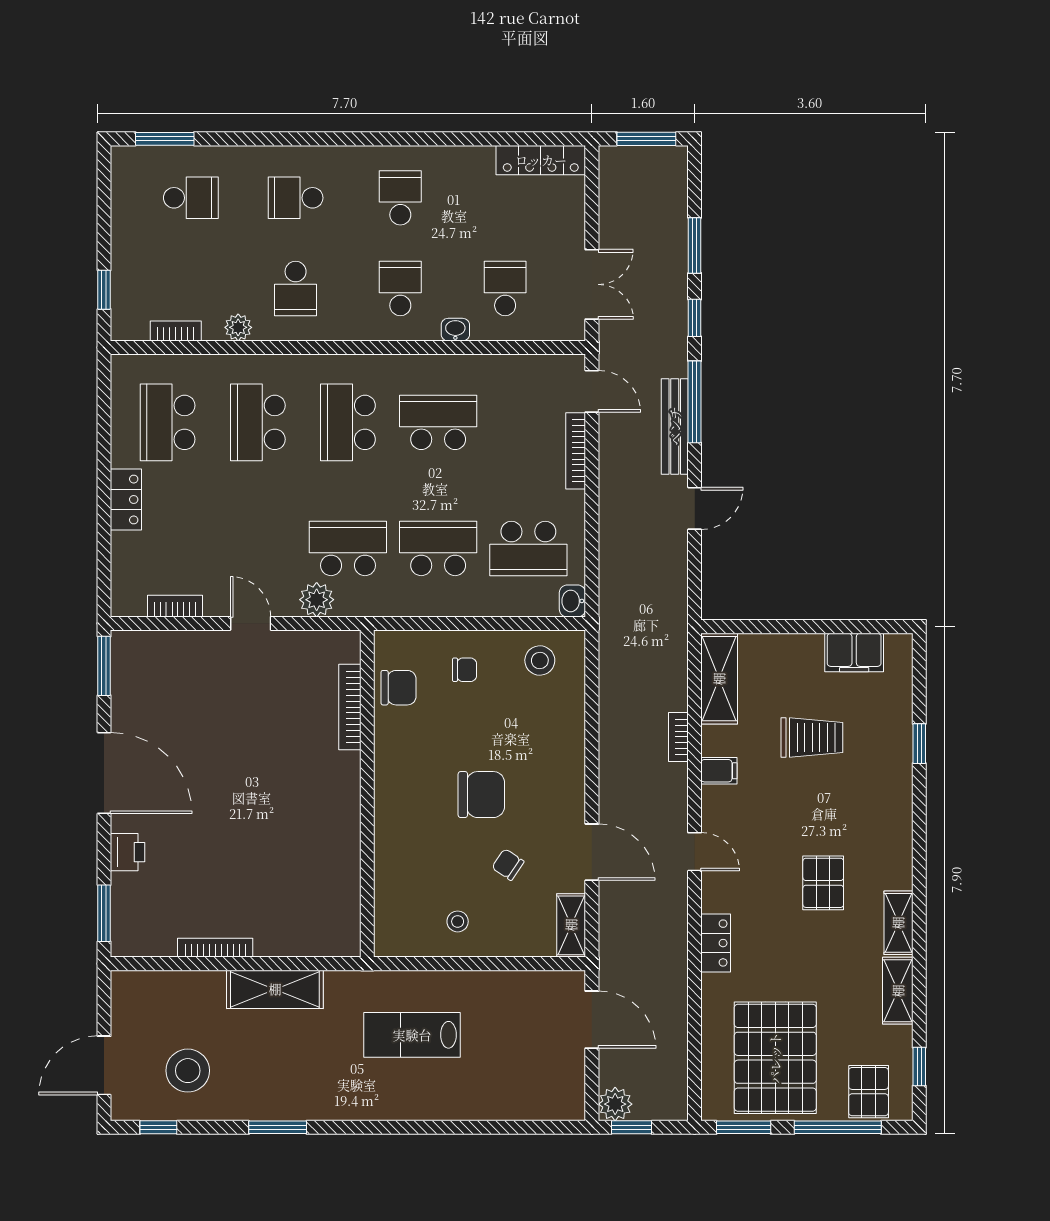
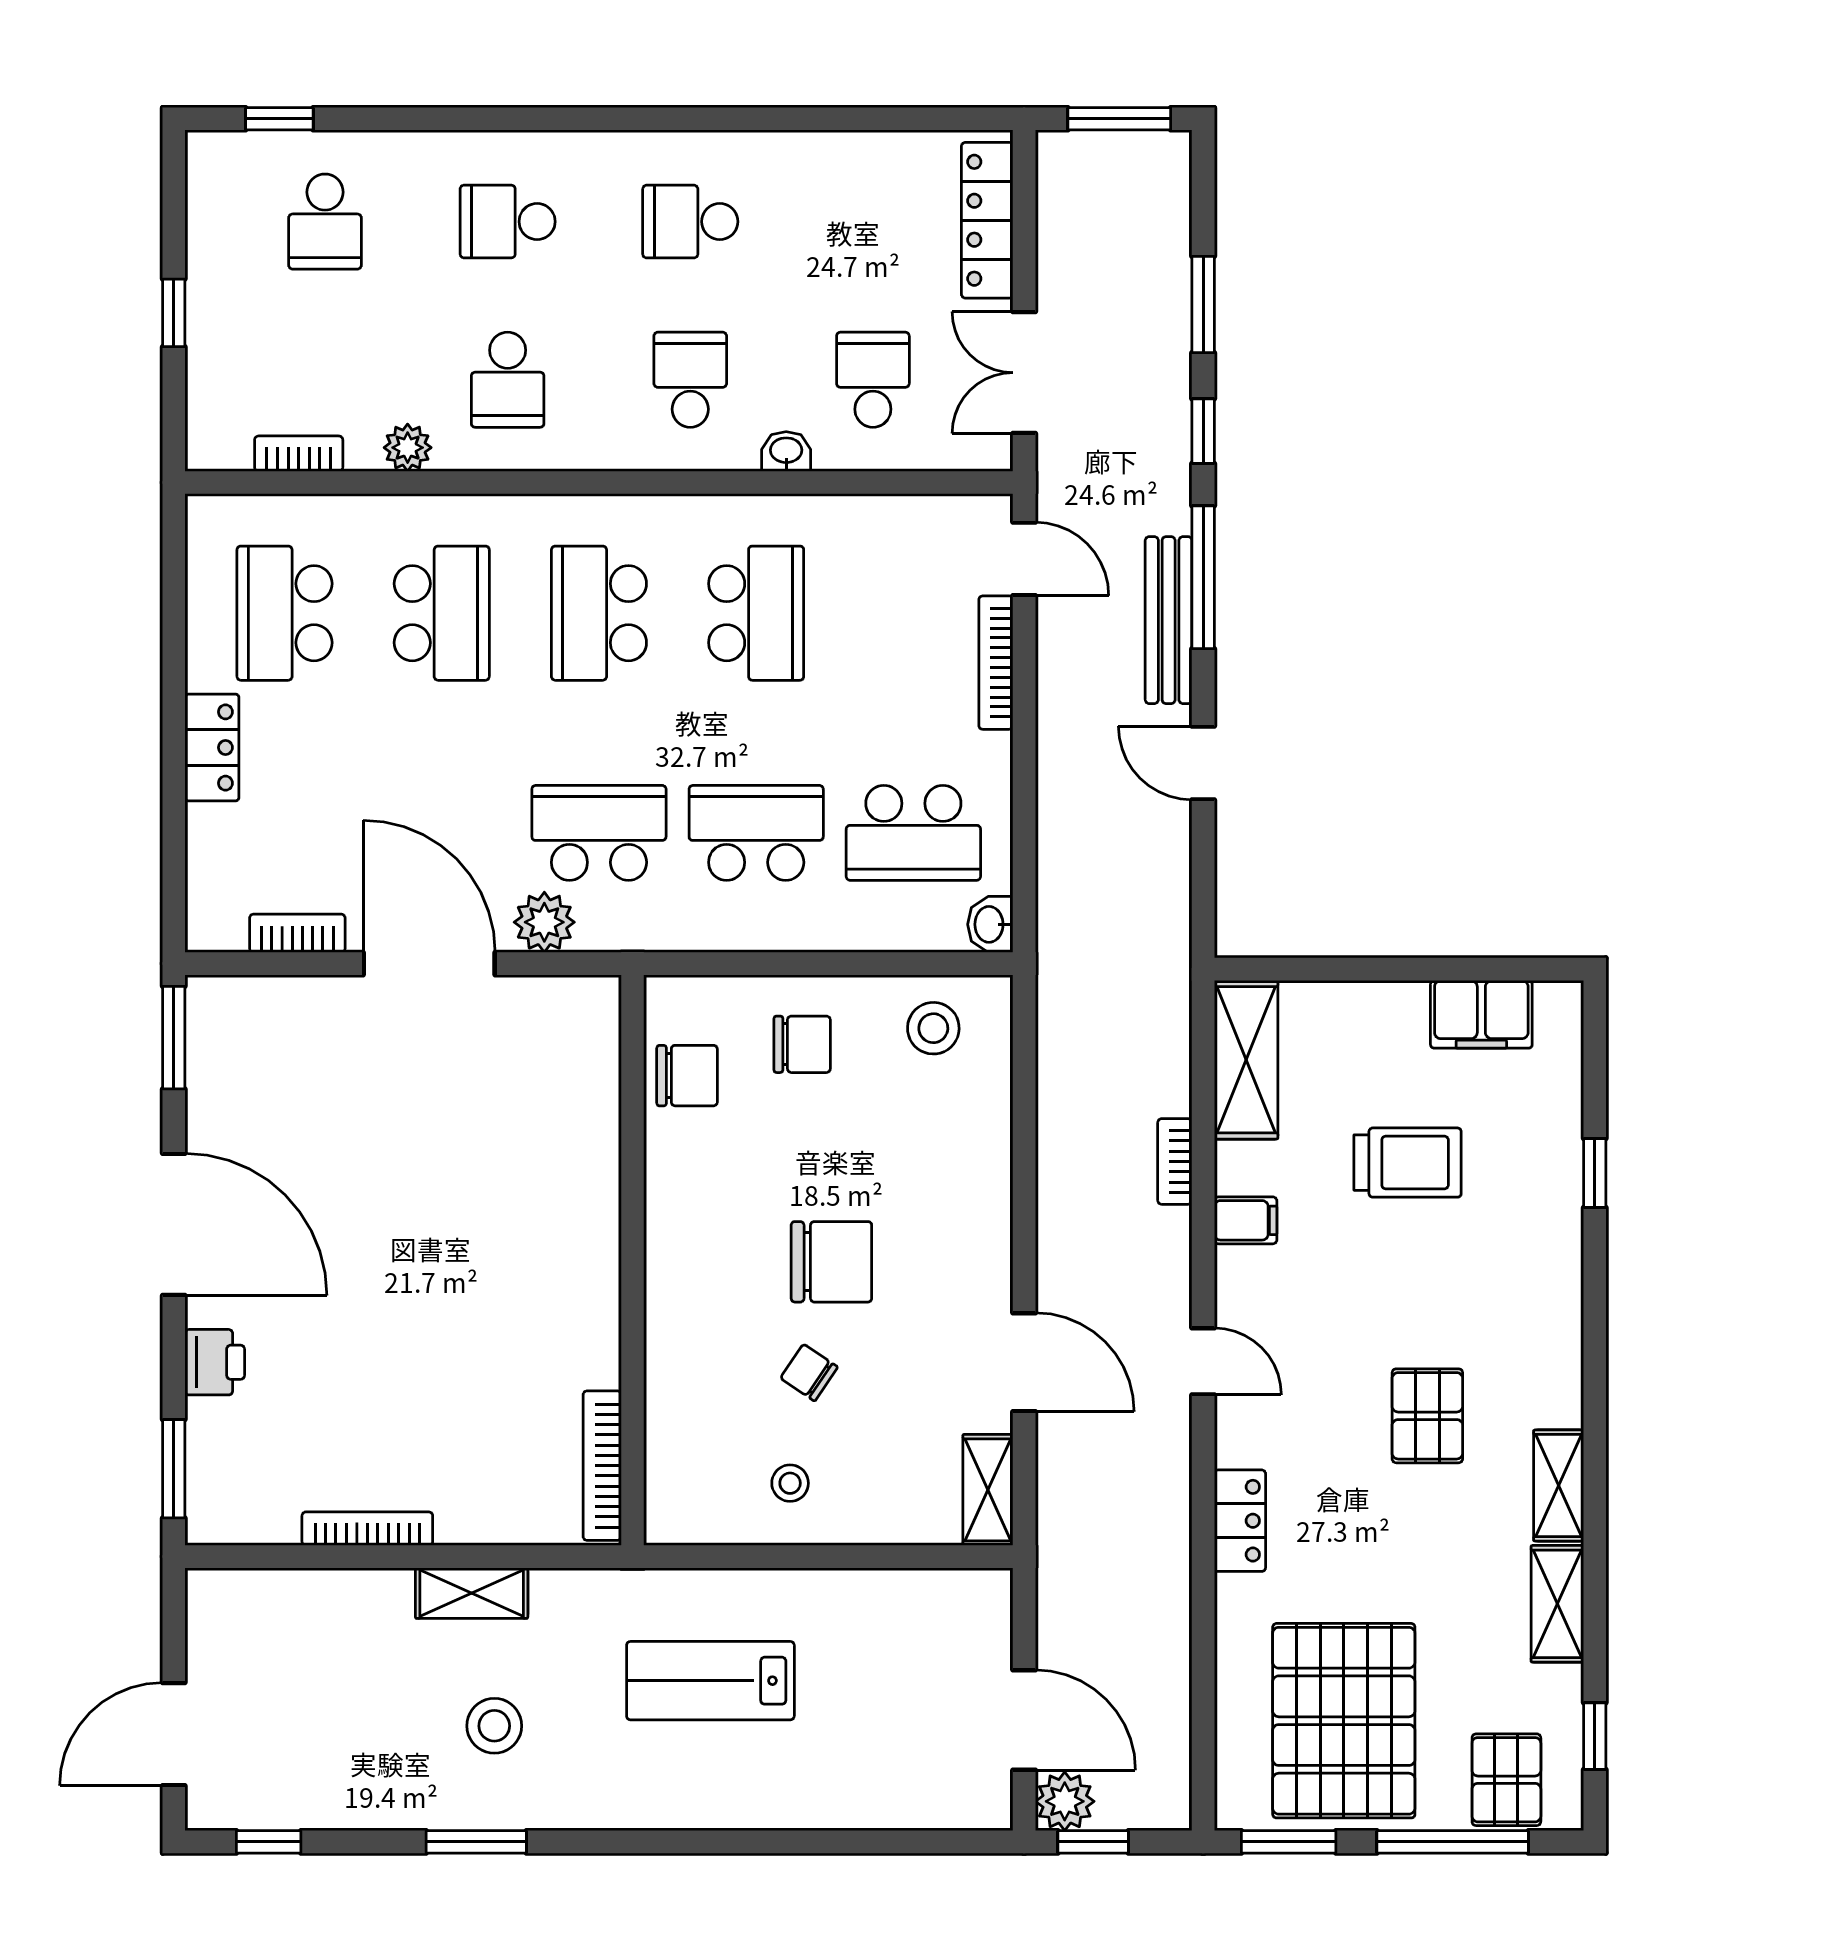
window: (165, 139) -> (279, 119), width x0.67
locker: (541, 160) -> (987, 220), moved, turned 90
school desk: (191, 198) -> (325, 222), turned 90
school desk: (400, 198) -> (690, 222), turned -90
double door: (592, 284) -> (1024, 373), swing flipped
window: (104, 290) -> (174, 313), moved
school desk: (258, 422) -> (442, 613), turned 180
school desk: (438, 422) -> (756, 613), turned 90
door: (695, 508) -> (1203, 763), swing flipped
door: (251, 623) -> (429, 964), width x1.88
chair: (465, 670) -> (802, 1044), width x1.37, depth x1.37
bookcase: (350, 707) -> (602, 1466), moved
chair: (508, 865) -> (809, 1373), moved
shelving: (275, 989) -> (472, 1593), width x0.67, depth x0.75
door: (592, 1020) -> (1024, 1720), moved
stool: (188, 1071) -> (494, 1726), moved, width x0.73, depth x0.73

